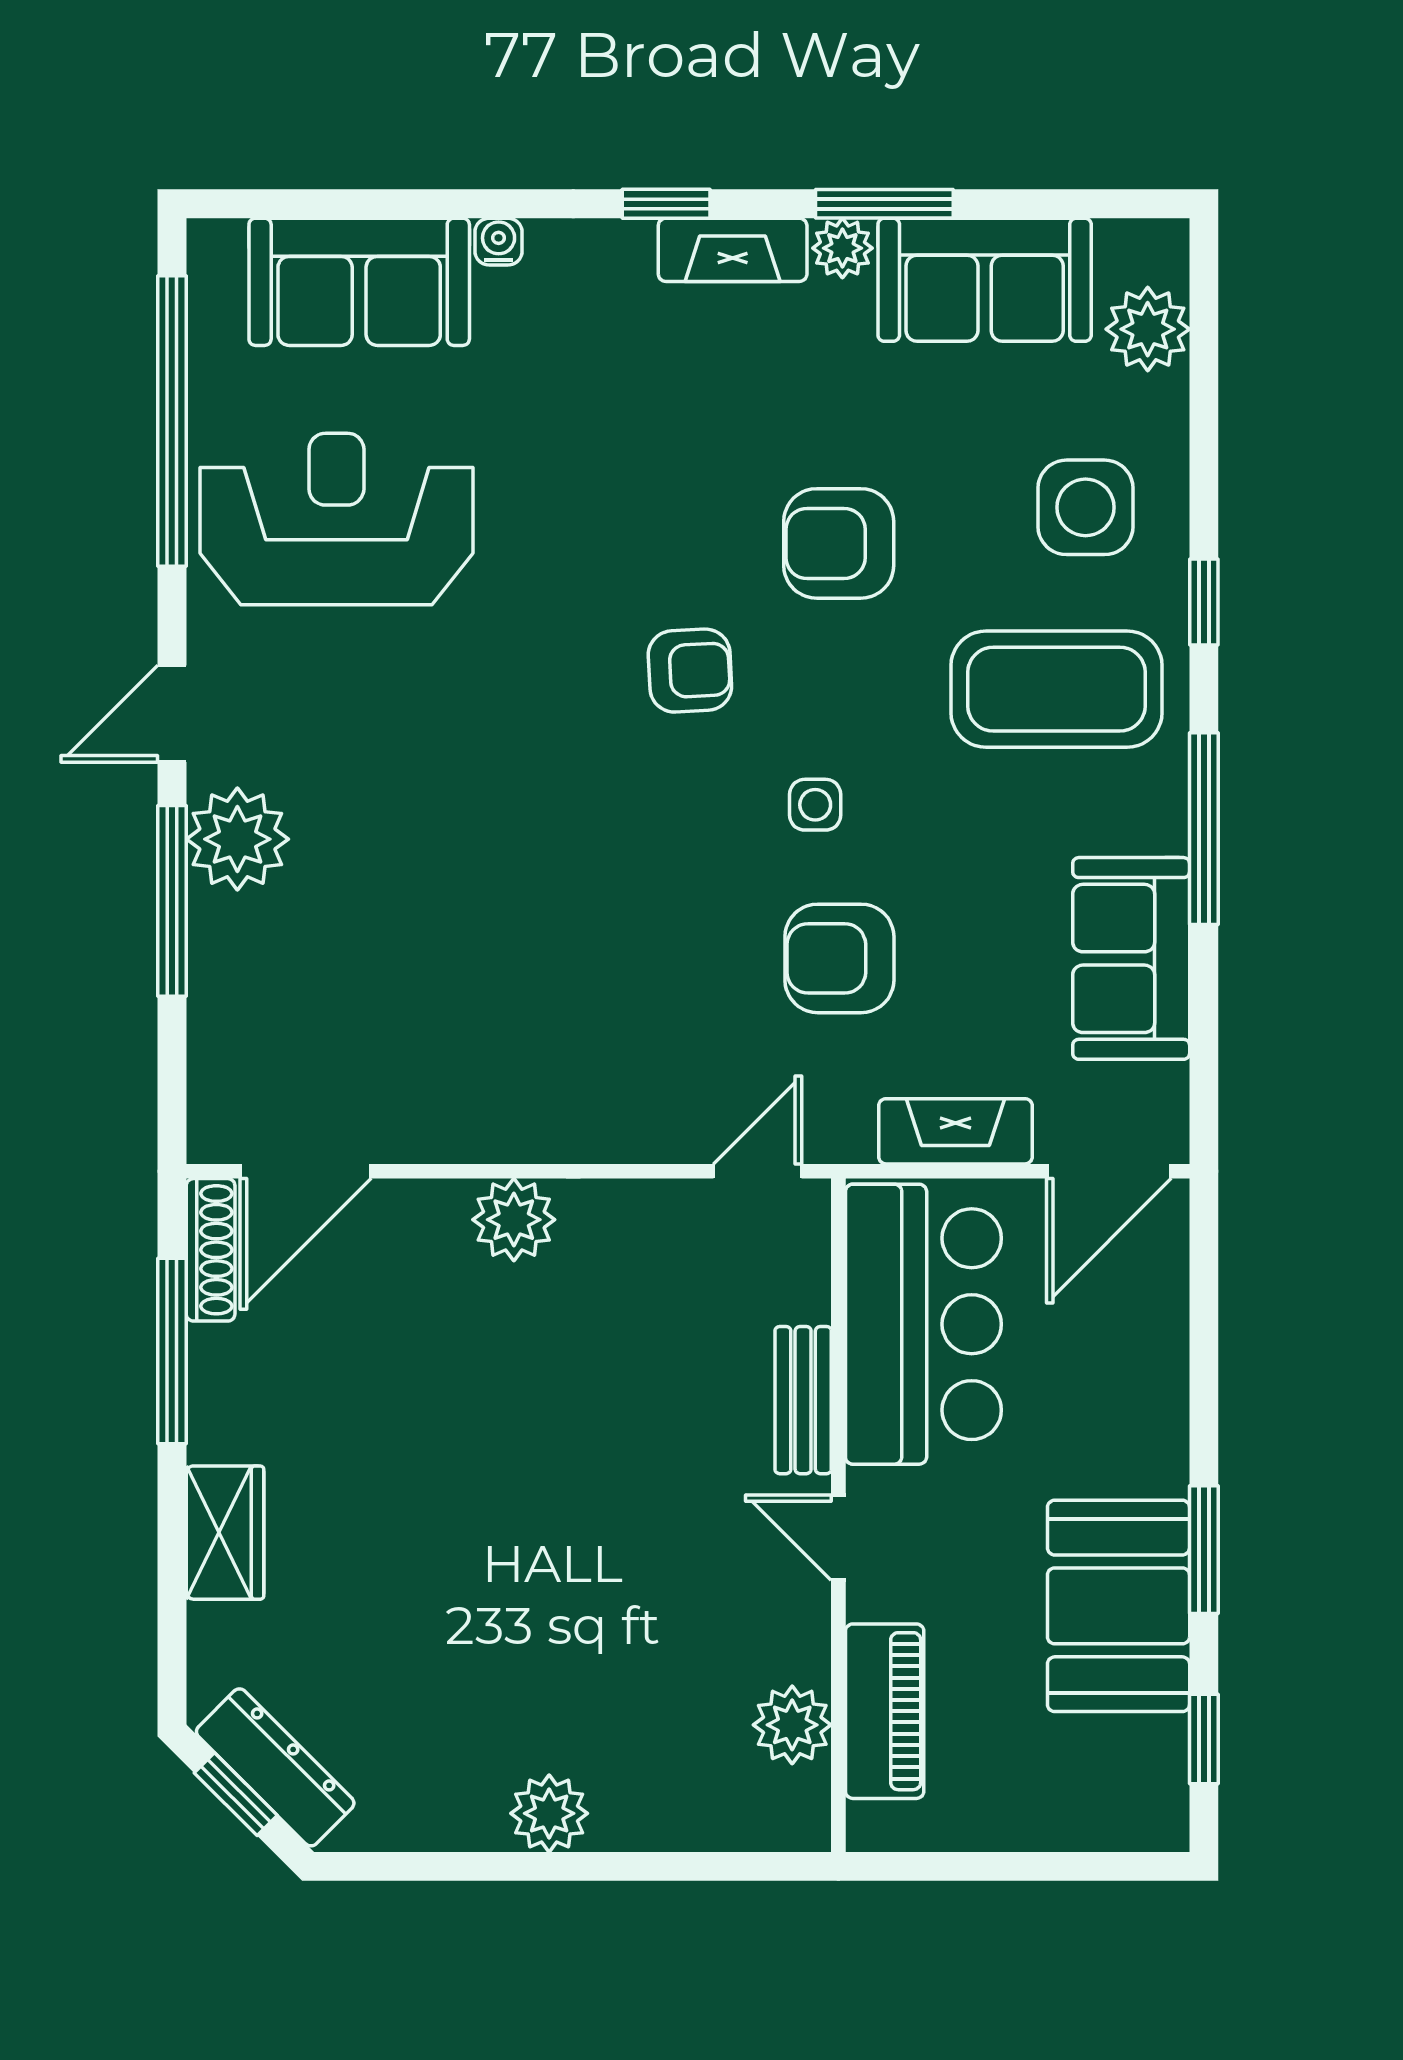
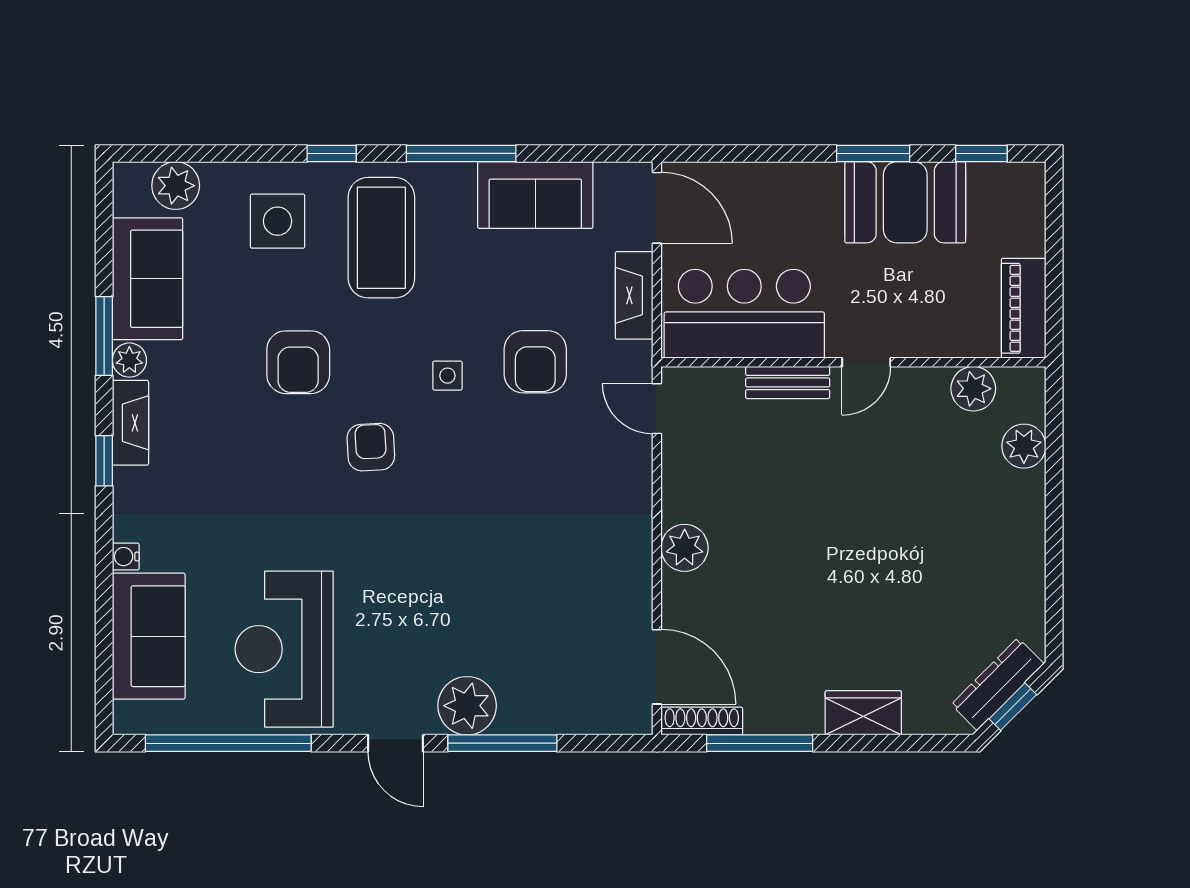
piano: (885, 1711) -> (1024, 308), moved, turned -90
plant: (549, 1813) -> (1024, 446), moved

